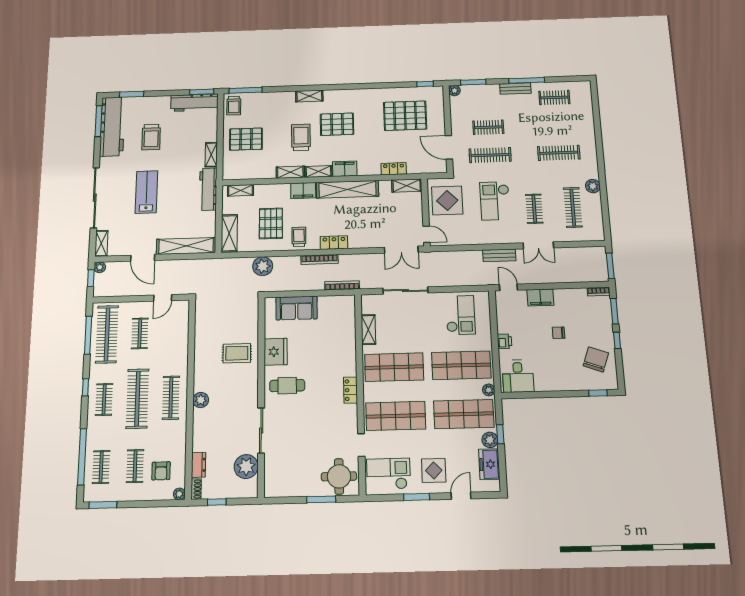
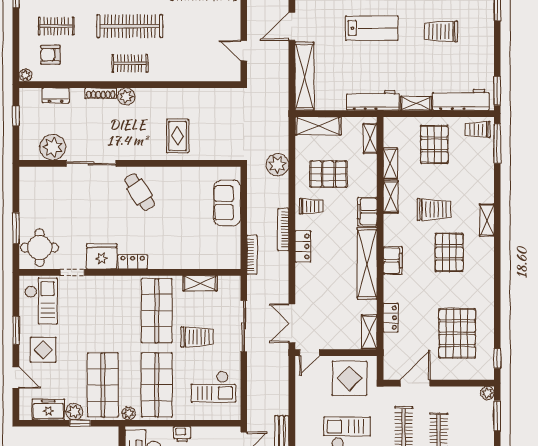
workbench: (194, 103) -> (461, 100), moved, turned 90
shelving: (318, 172) -> (390, 164), moved
trolley: (417, 331) -> (197, 337), added
clothes rail: (140, 333) -> (203, 26), removed
fridge: (276, 352) -> (102, 256), moved, turned 180
cafe table: (287, 386) -> (140, 192), turned -33
clothes rail: (171, 398) -> (130, 63), width x0.73
shop shelf: (396, 416) -> (103, 311), removed
shoe rack: (196, 489) -> (101, 93), moved, width x1.43

